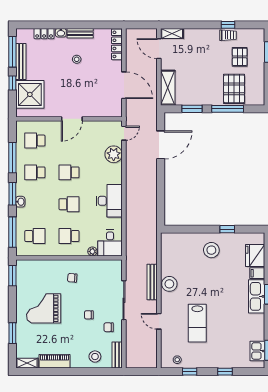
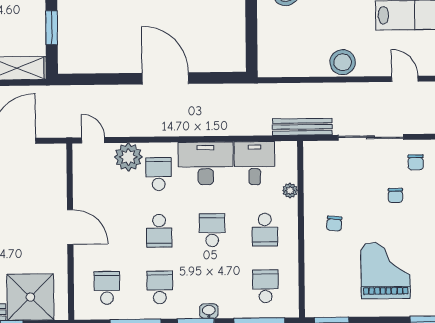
school desk: (35, 141) -> (107, 288), turned 180
door: (161, 145) -> (165, 78), moved
school desk: (35, 172) -> (160, 287), turned 180
school desk: (103, 172) -> (159, 174), added
desk: (110, 243) -> (255, 163), moved, turned -90
bench: (152, 282) -> (302, 127), moved
grand piano: (44, 308) -> (386, 271), turned 180
door: (159, 321) -> (405, 79), swing flipped

